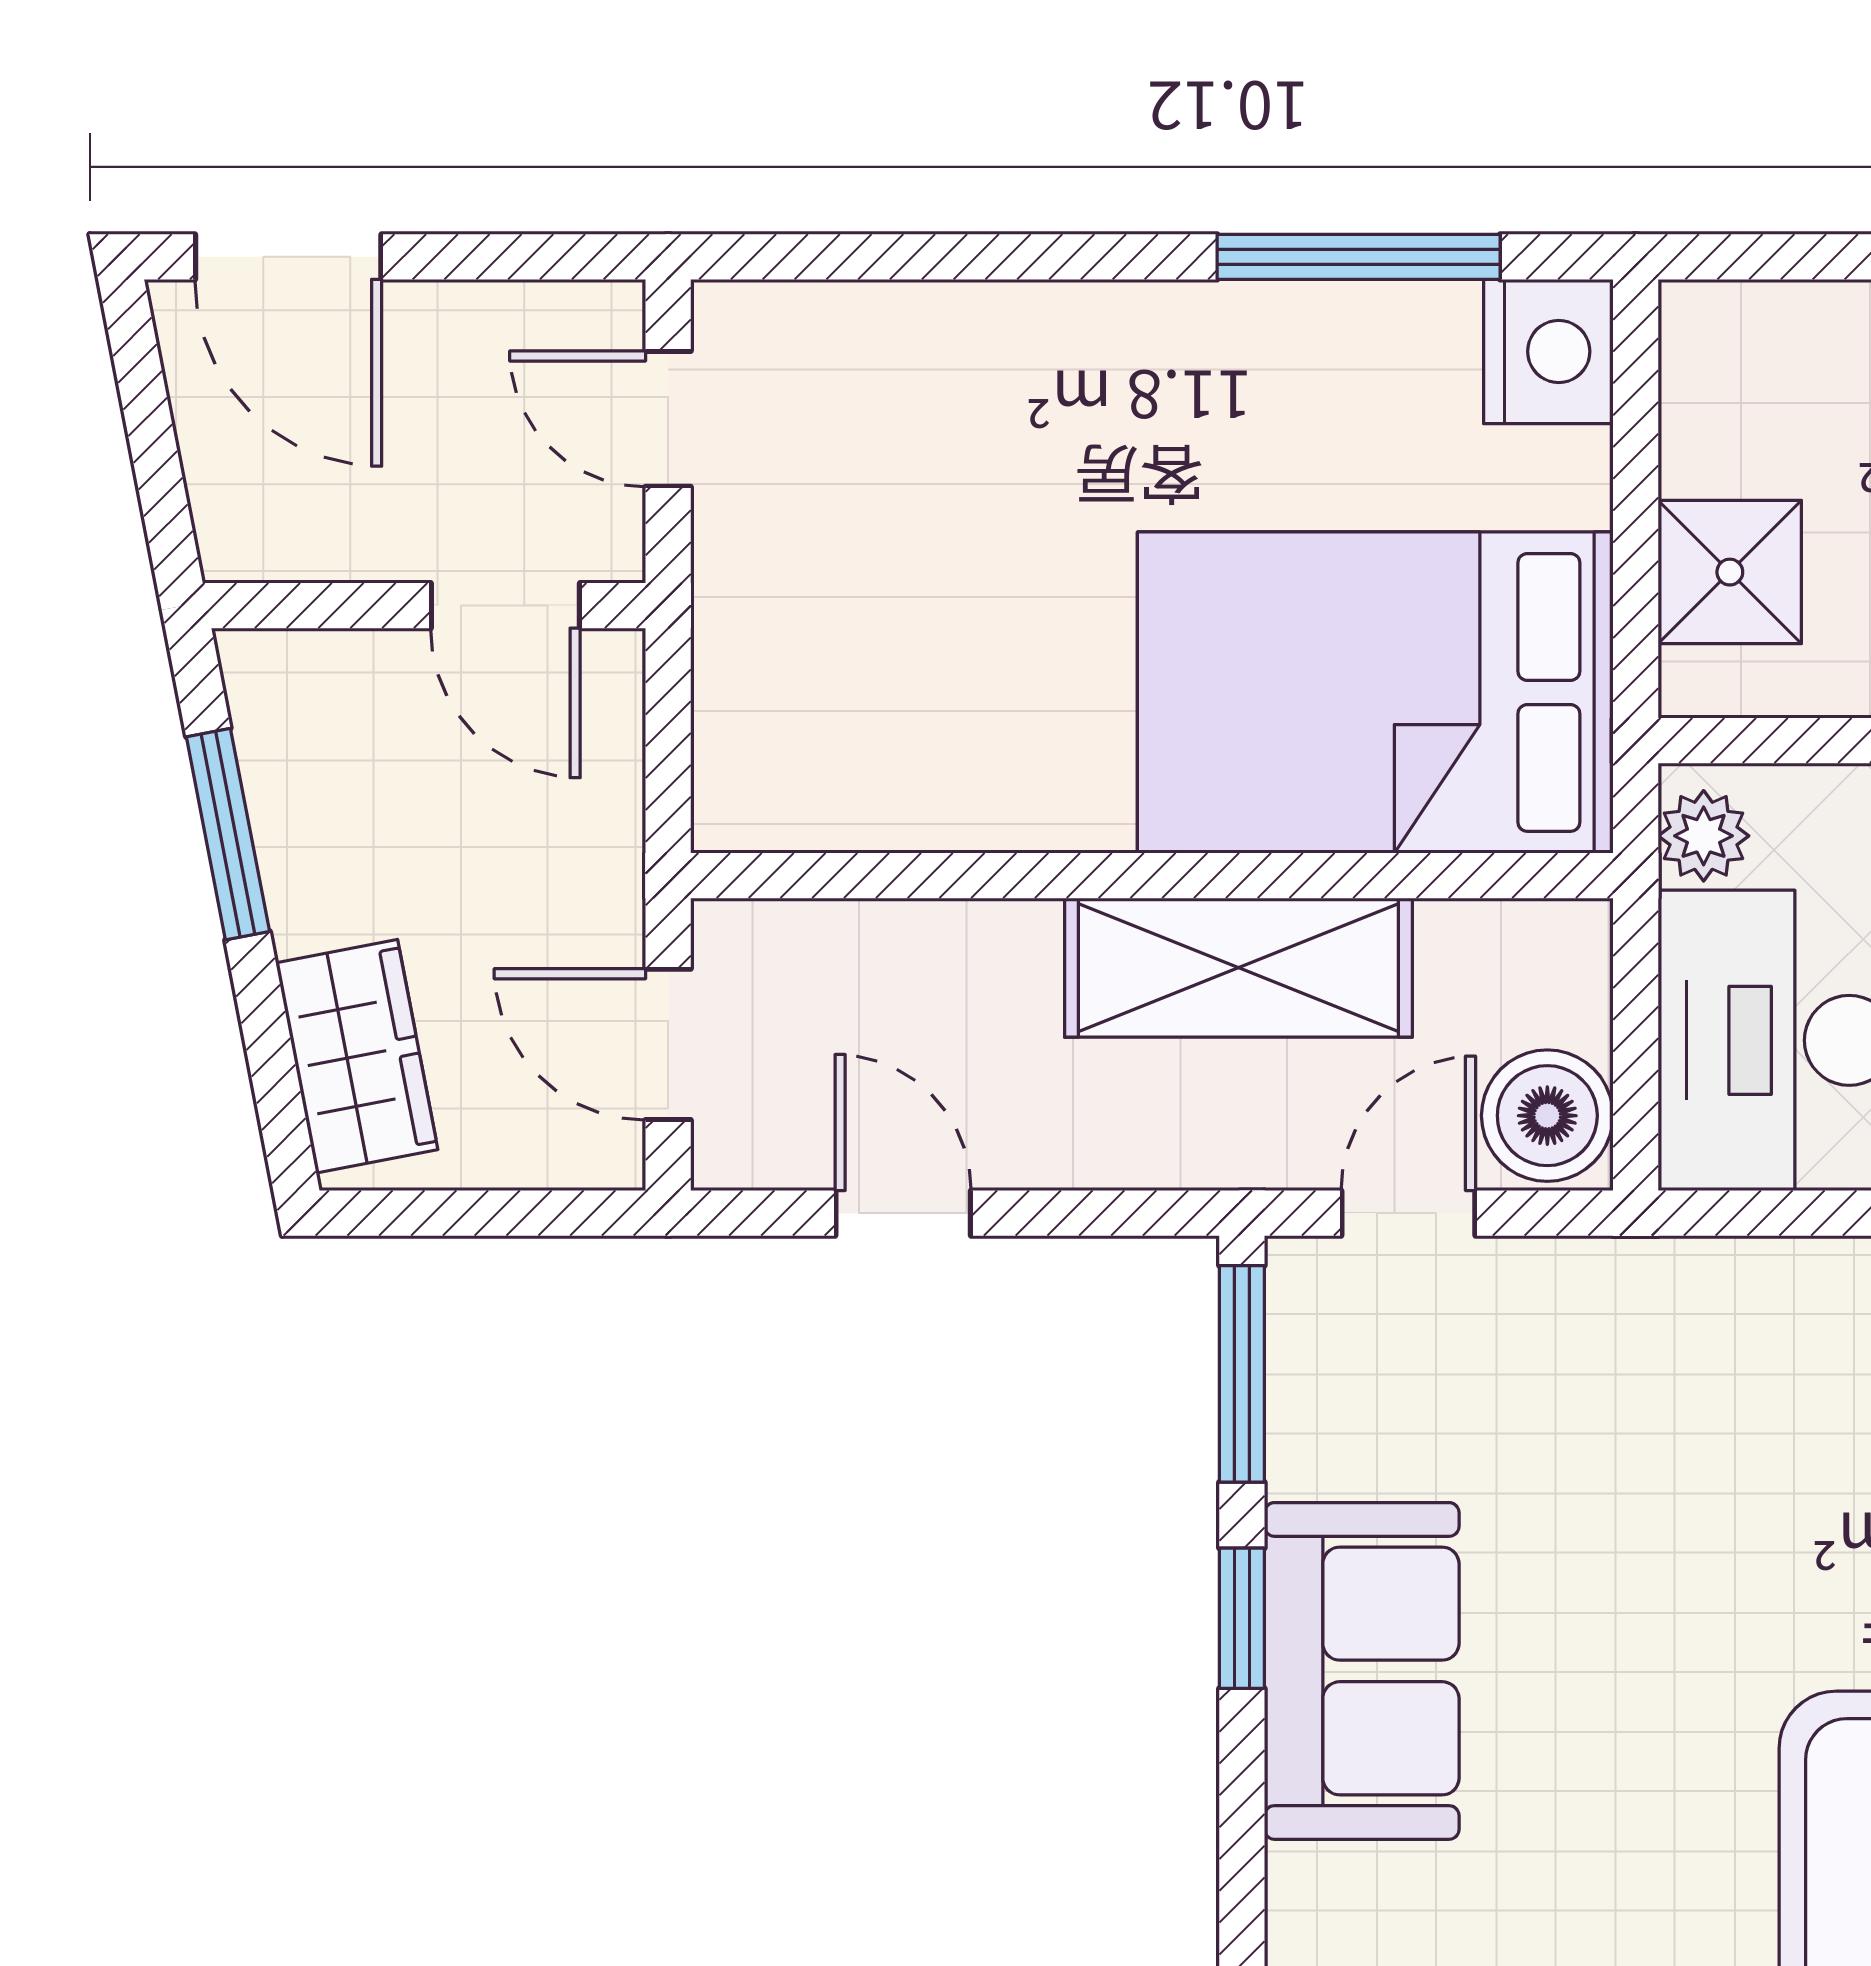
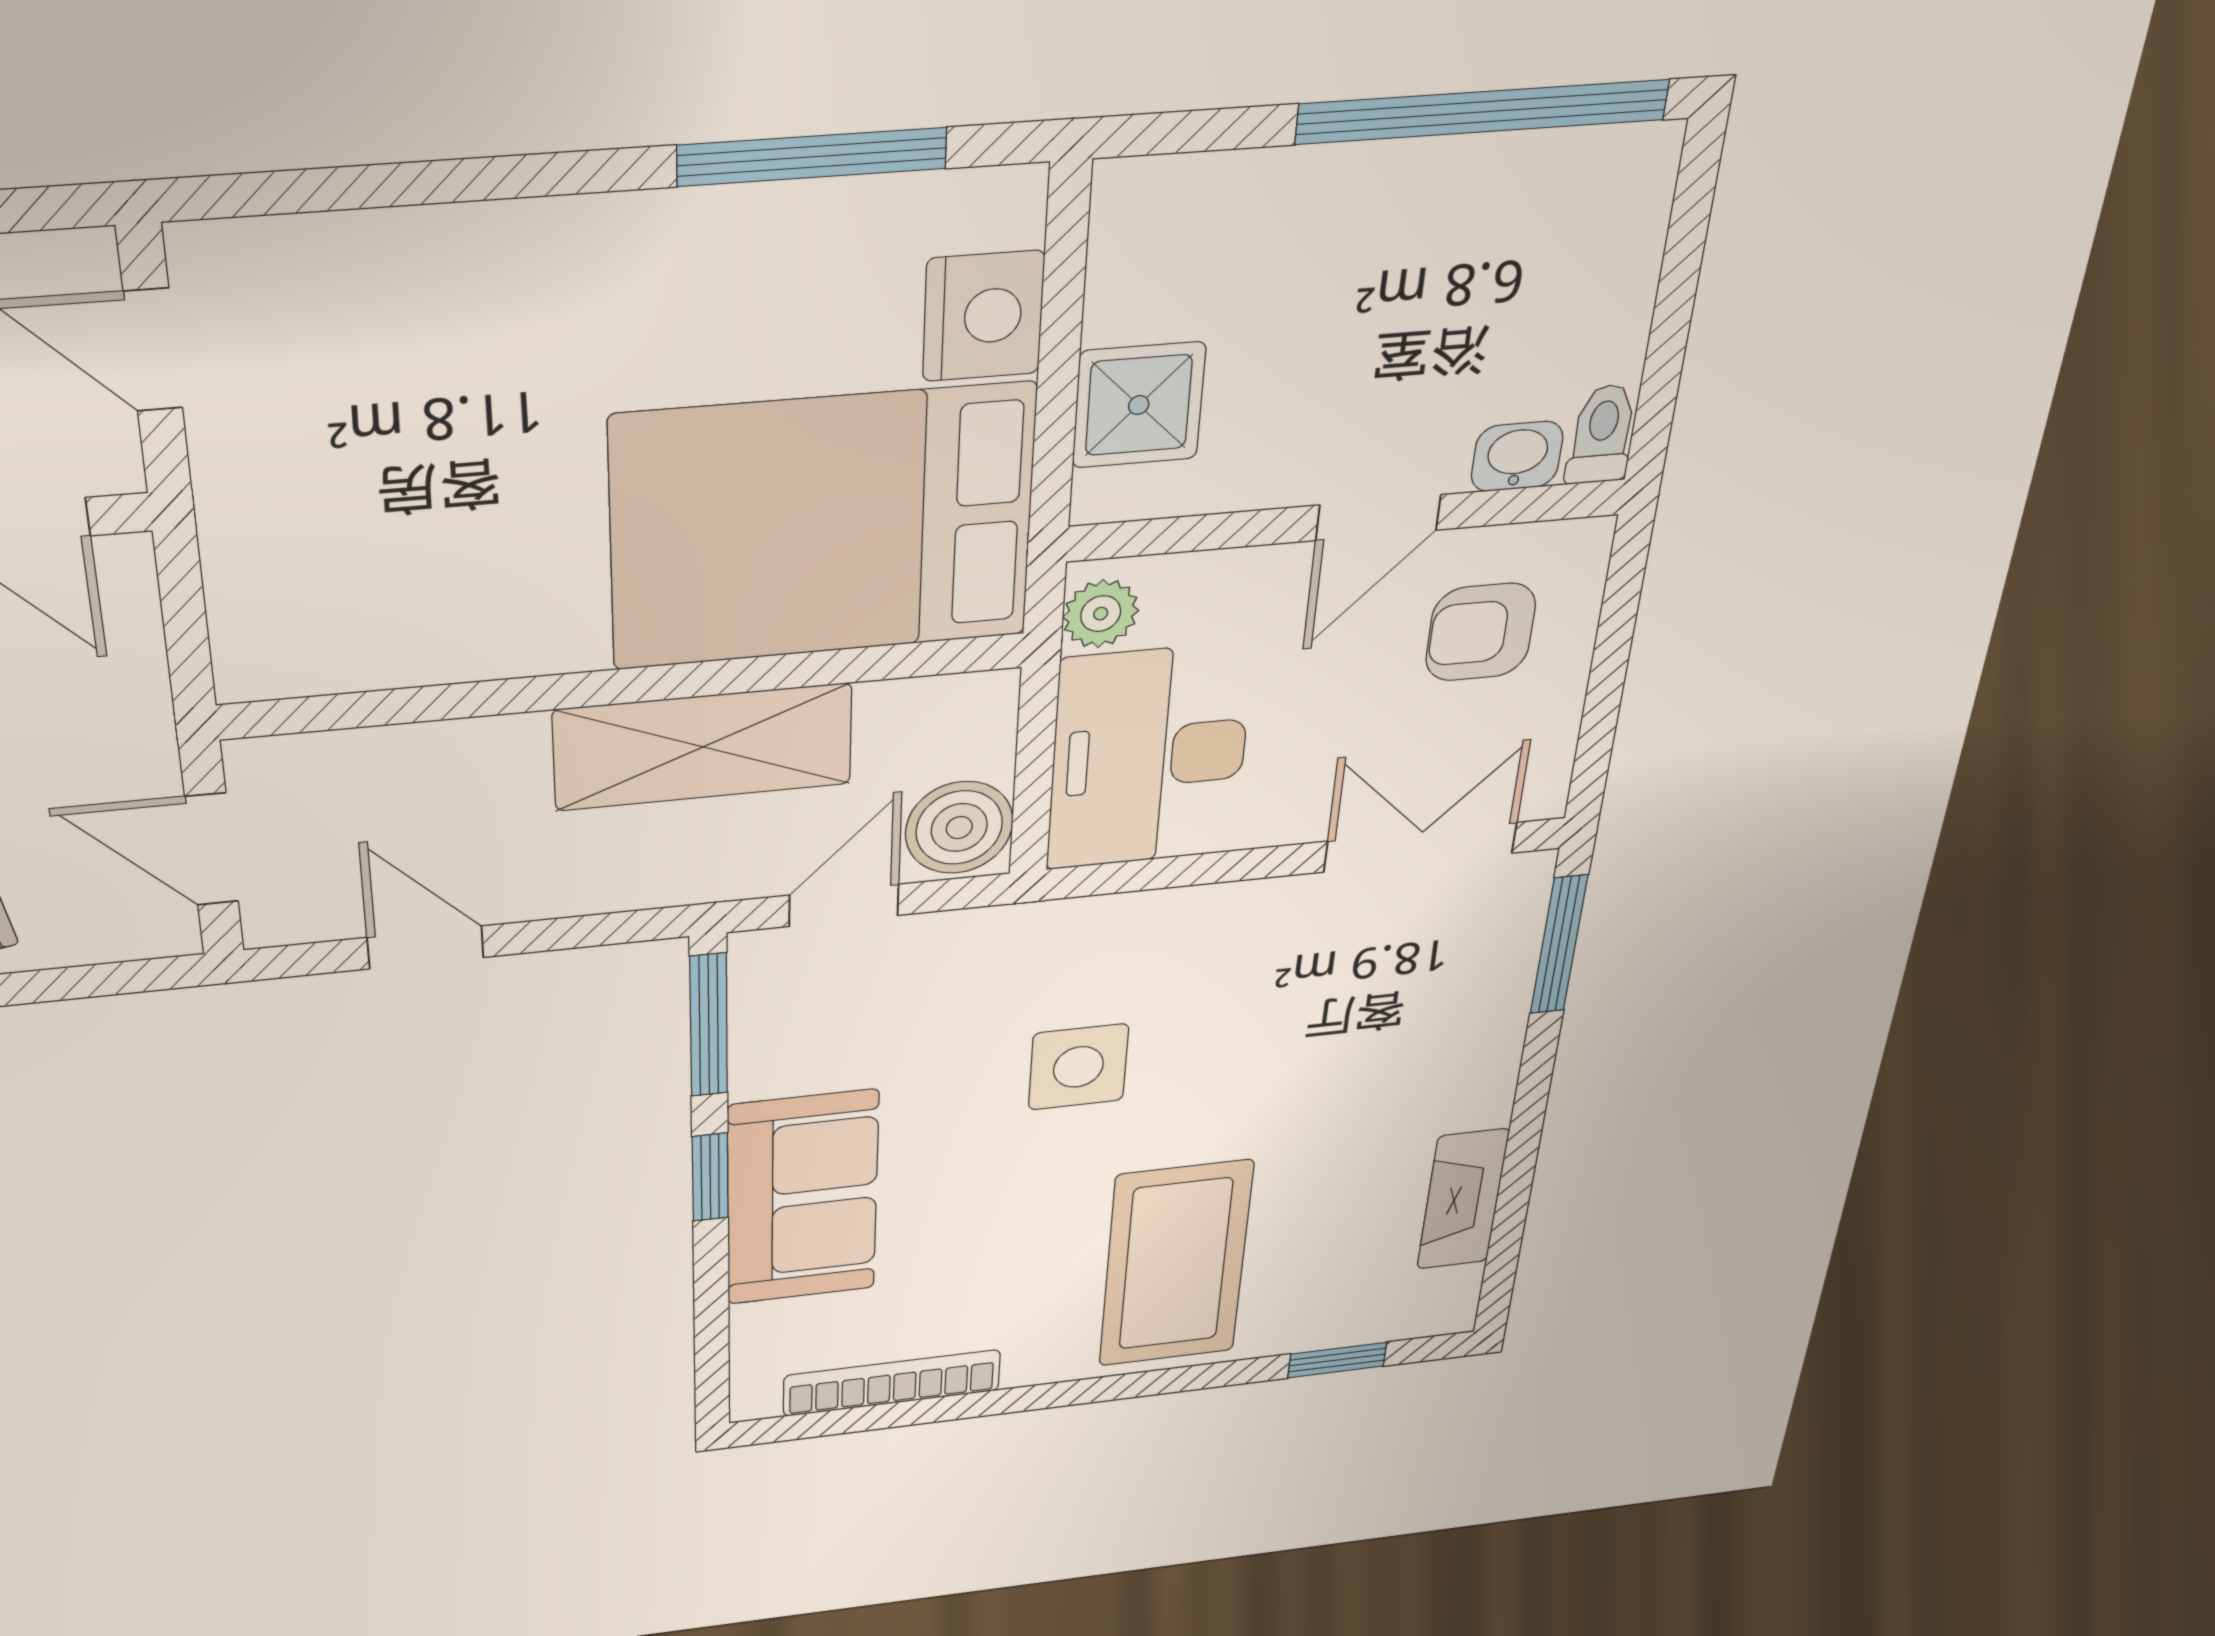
nightstand: (1548, 351) -> (983, 316), moved
side table: (1718, 1503) -> (1078, 1067), added

